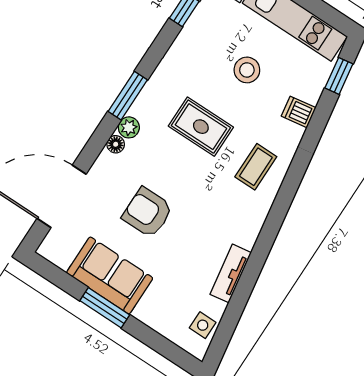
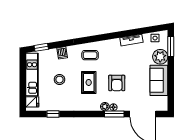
window: (128, 96) -> (114, 114), moved
armchair: (148, 213) -> (117, 83), moved
window: (105, 308) -> (171, 47), moved
plant: (157, 310) -> (160, 57), added

